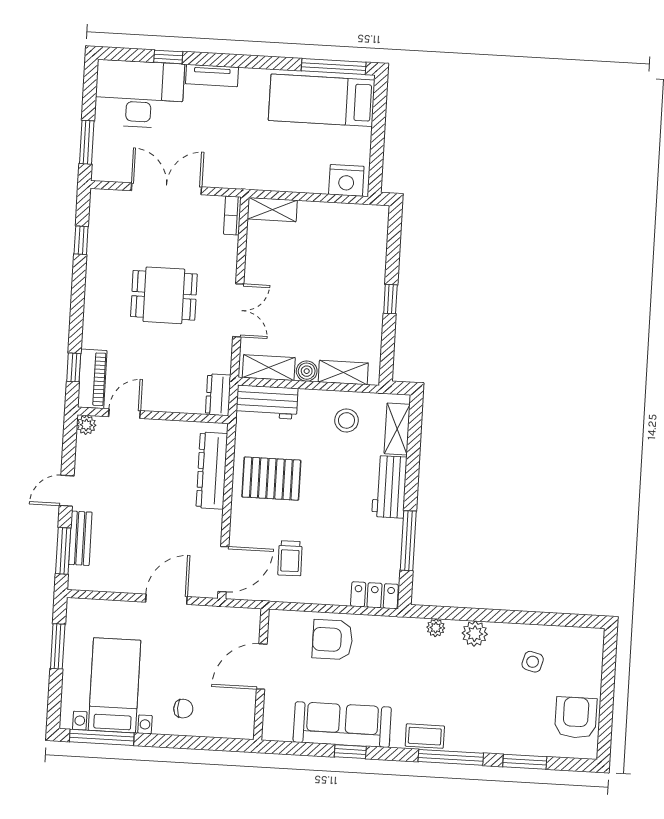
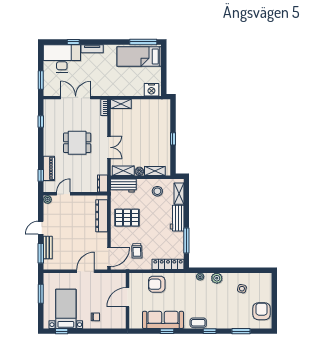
piano: (92, 379) -> (49, 168), moved
locker: (374, 595) -> (168, 264), width x1.53
window: (102, 737) -> (62, 331), width x0.46
window: (451, 757) -> (210, 331), width x0.46

